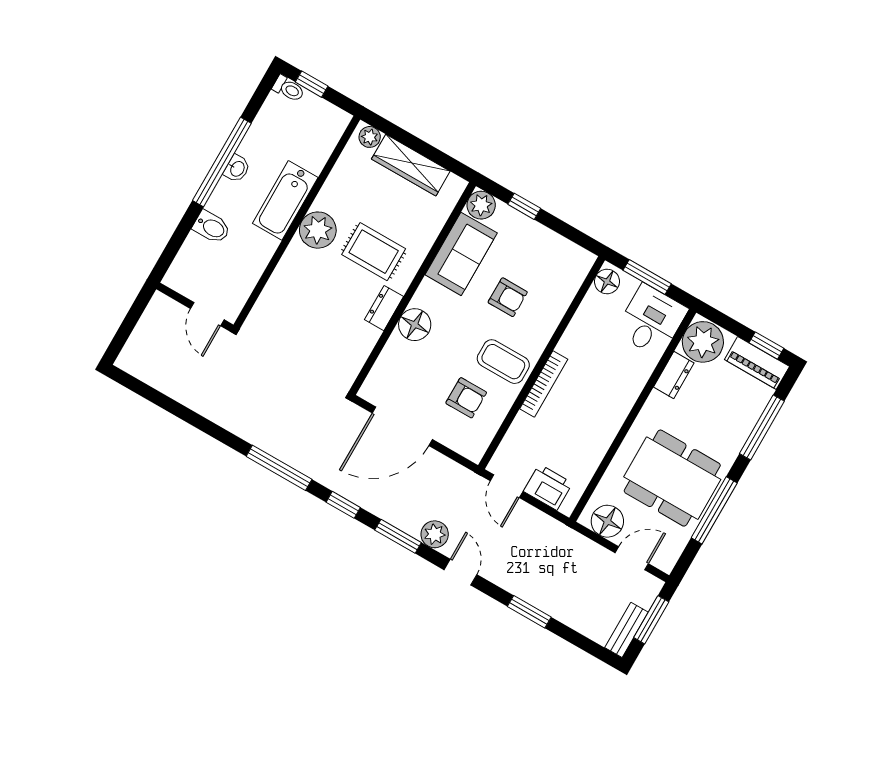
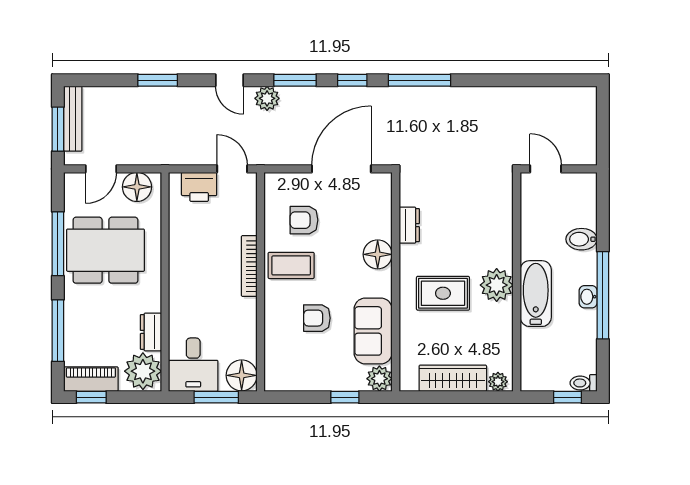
floor lamp: (607, 282) -> (242, 375), width x1.38, depth x1.38
dresser: (384, 308) -> (409, 225), moved
bench: (626, 630) -> (73, 119), width x1.36

